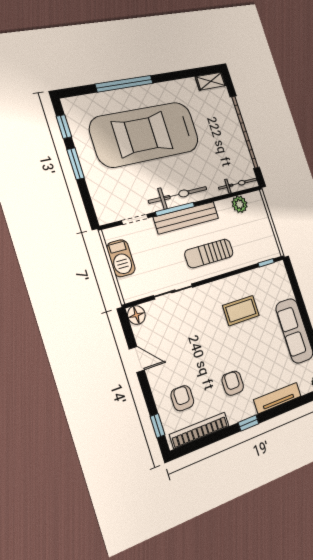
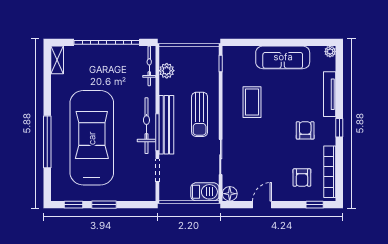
car: (145, 134) -> (92, 138), turned 180
barbecue: (121, 258) -> (205, 192), moved
armchair: (233, 383) -> (305, 130), turned 90
armchair: (182, 398) -> (302, 178), turned -90

